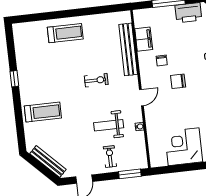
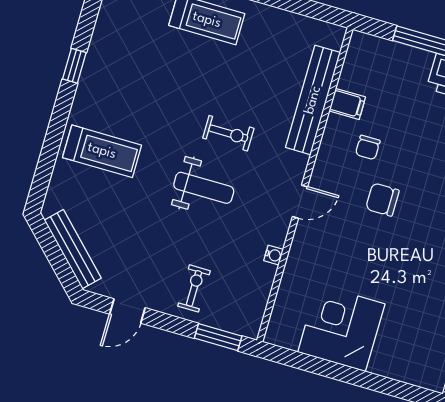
filing cabinet: (144, 39) -> (347, 104), width x0.50
weight bench: (109, 125) -> (204, 188), moved, turned 180

